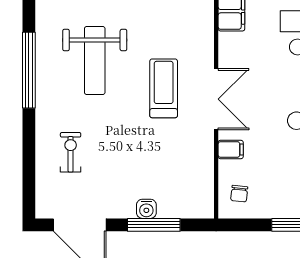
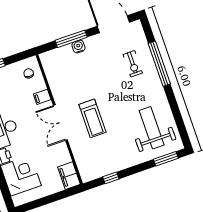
weight bench: (95, 61) -> (152, 128), moved
window: (29, 70) -> (159, 64), moved

